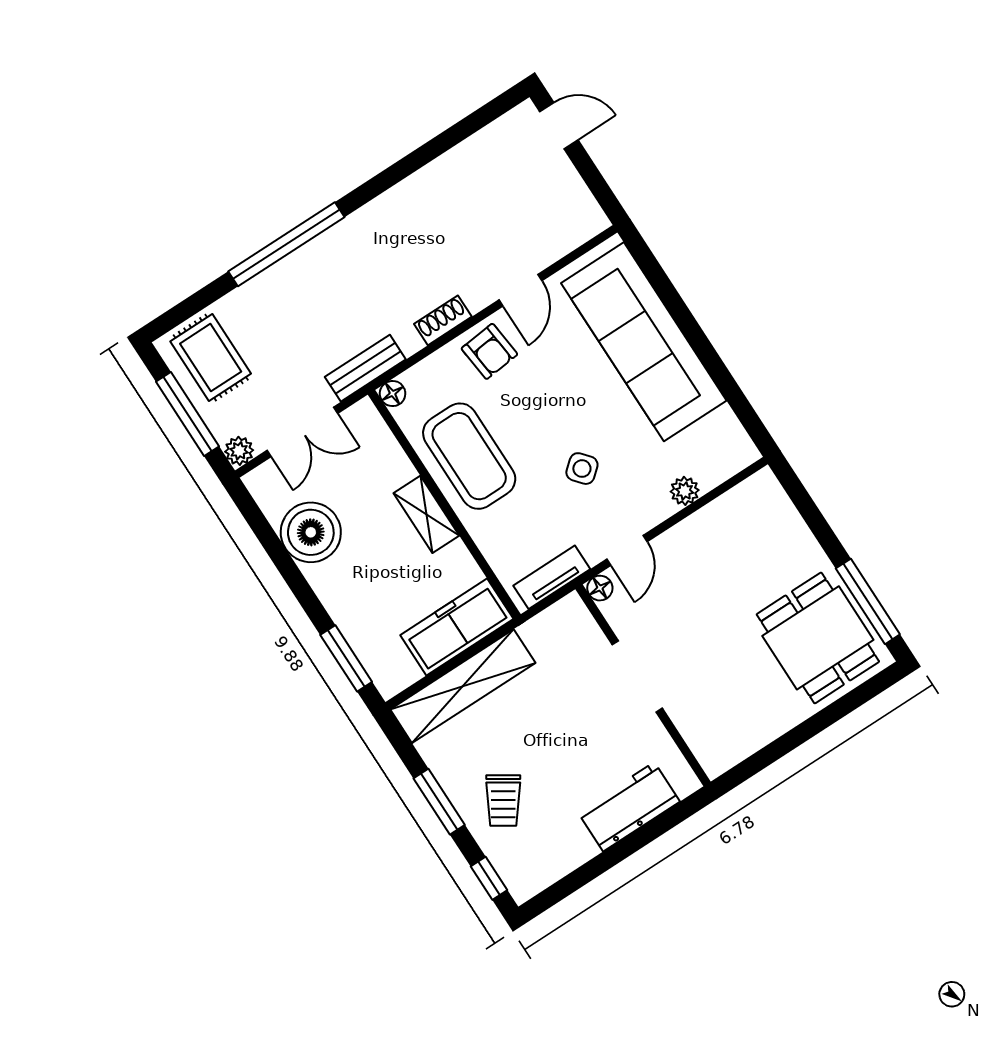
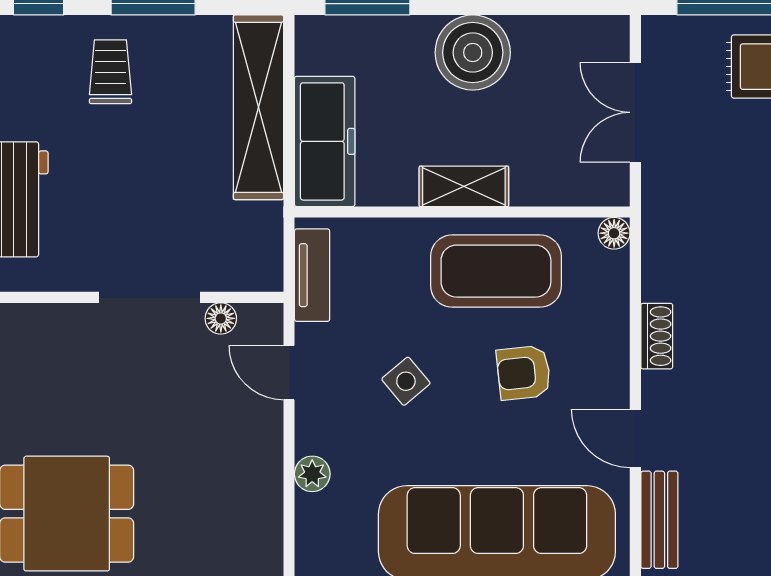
armchair: (489, 351) -> (524, 373), moved
bench: (365, 368) -> (659, 520), moved
plant: (239, 451) -> (659, 33), removed
boiler: (311, 532) -> (473, 52), moved
floor lamp: (600, 588) -> (221, 318), moved
trolley: (503, 801) -> (110, 72), turned 57

